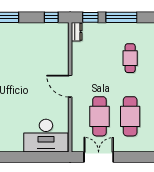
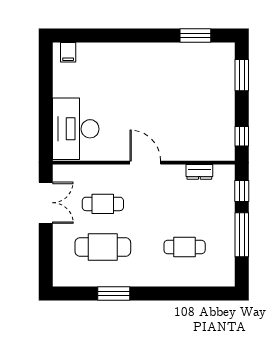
dresser: (77, 32) -> (199, 172), moved
door: (70, 86) -> (145, 163), hinge flipped
cafe table: (99, 116) -> (103, 204), width x0.73, depth x0.74

